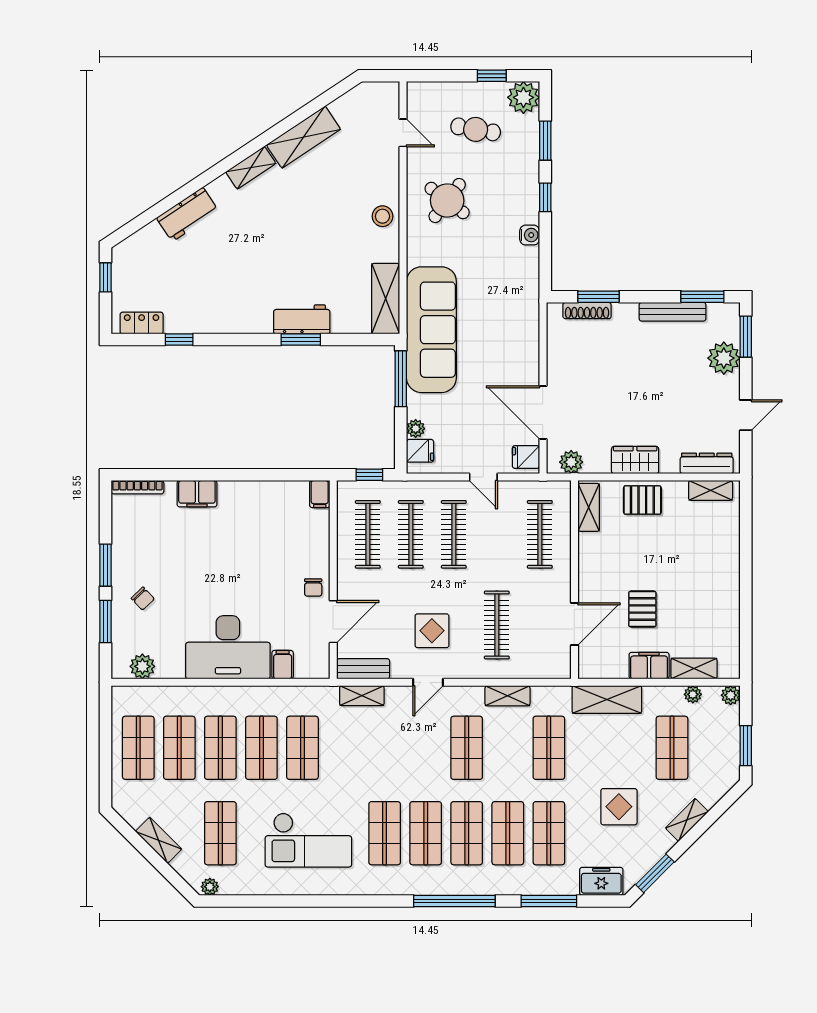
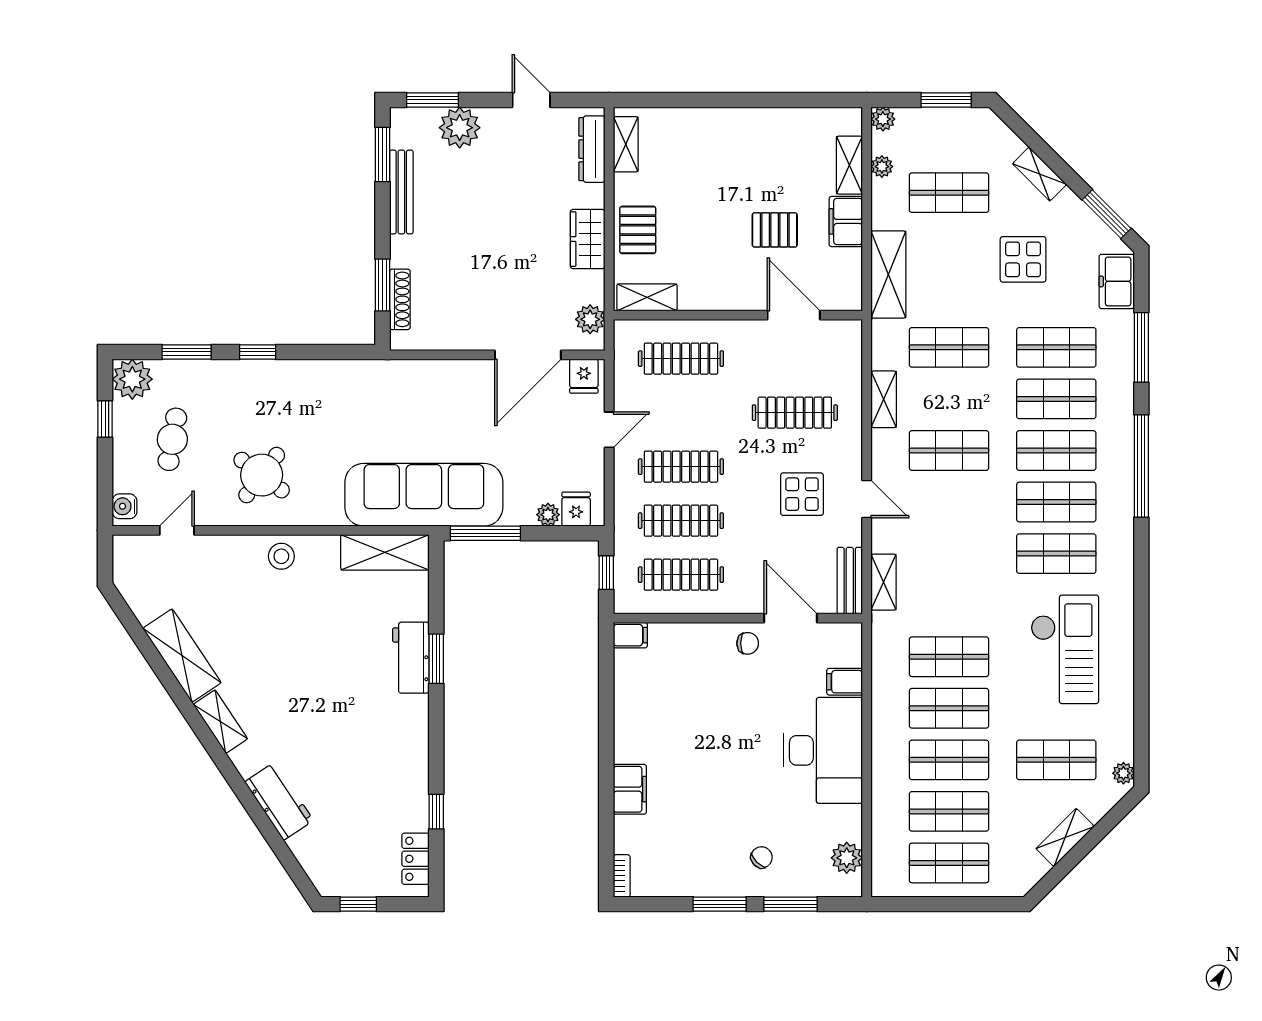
water cooler: (530, 235) -> (125, 506), moved, turned -90
bookcase: (137, 487) -> (622, 876), width x0.64

